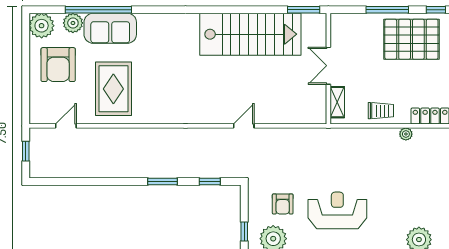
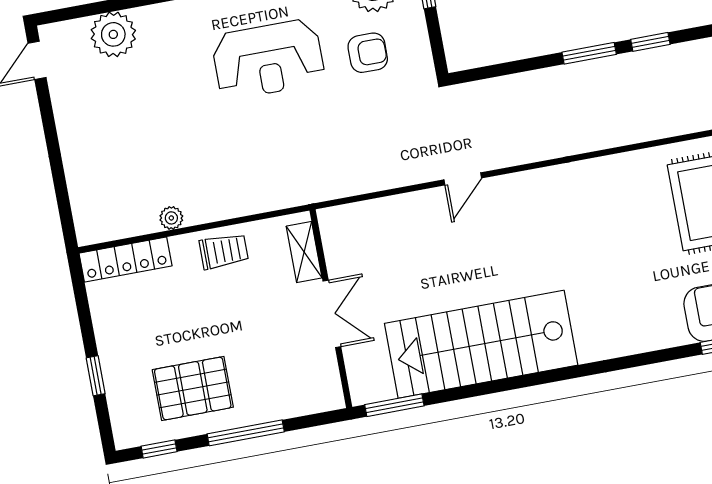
pallet: (411, 39) -> (193, 388), width x0.73, depth x0.71
trolley: (381, 111) -> (224, 251), turned 180
window: (210, 181) -> (650, 42), moved
armchair: (283, 204) -> (368, 53), turned 90

